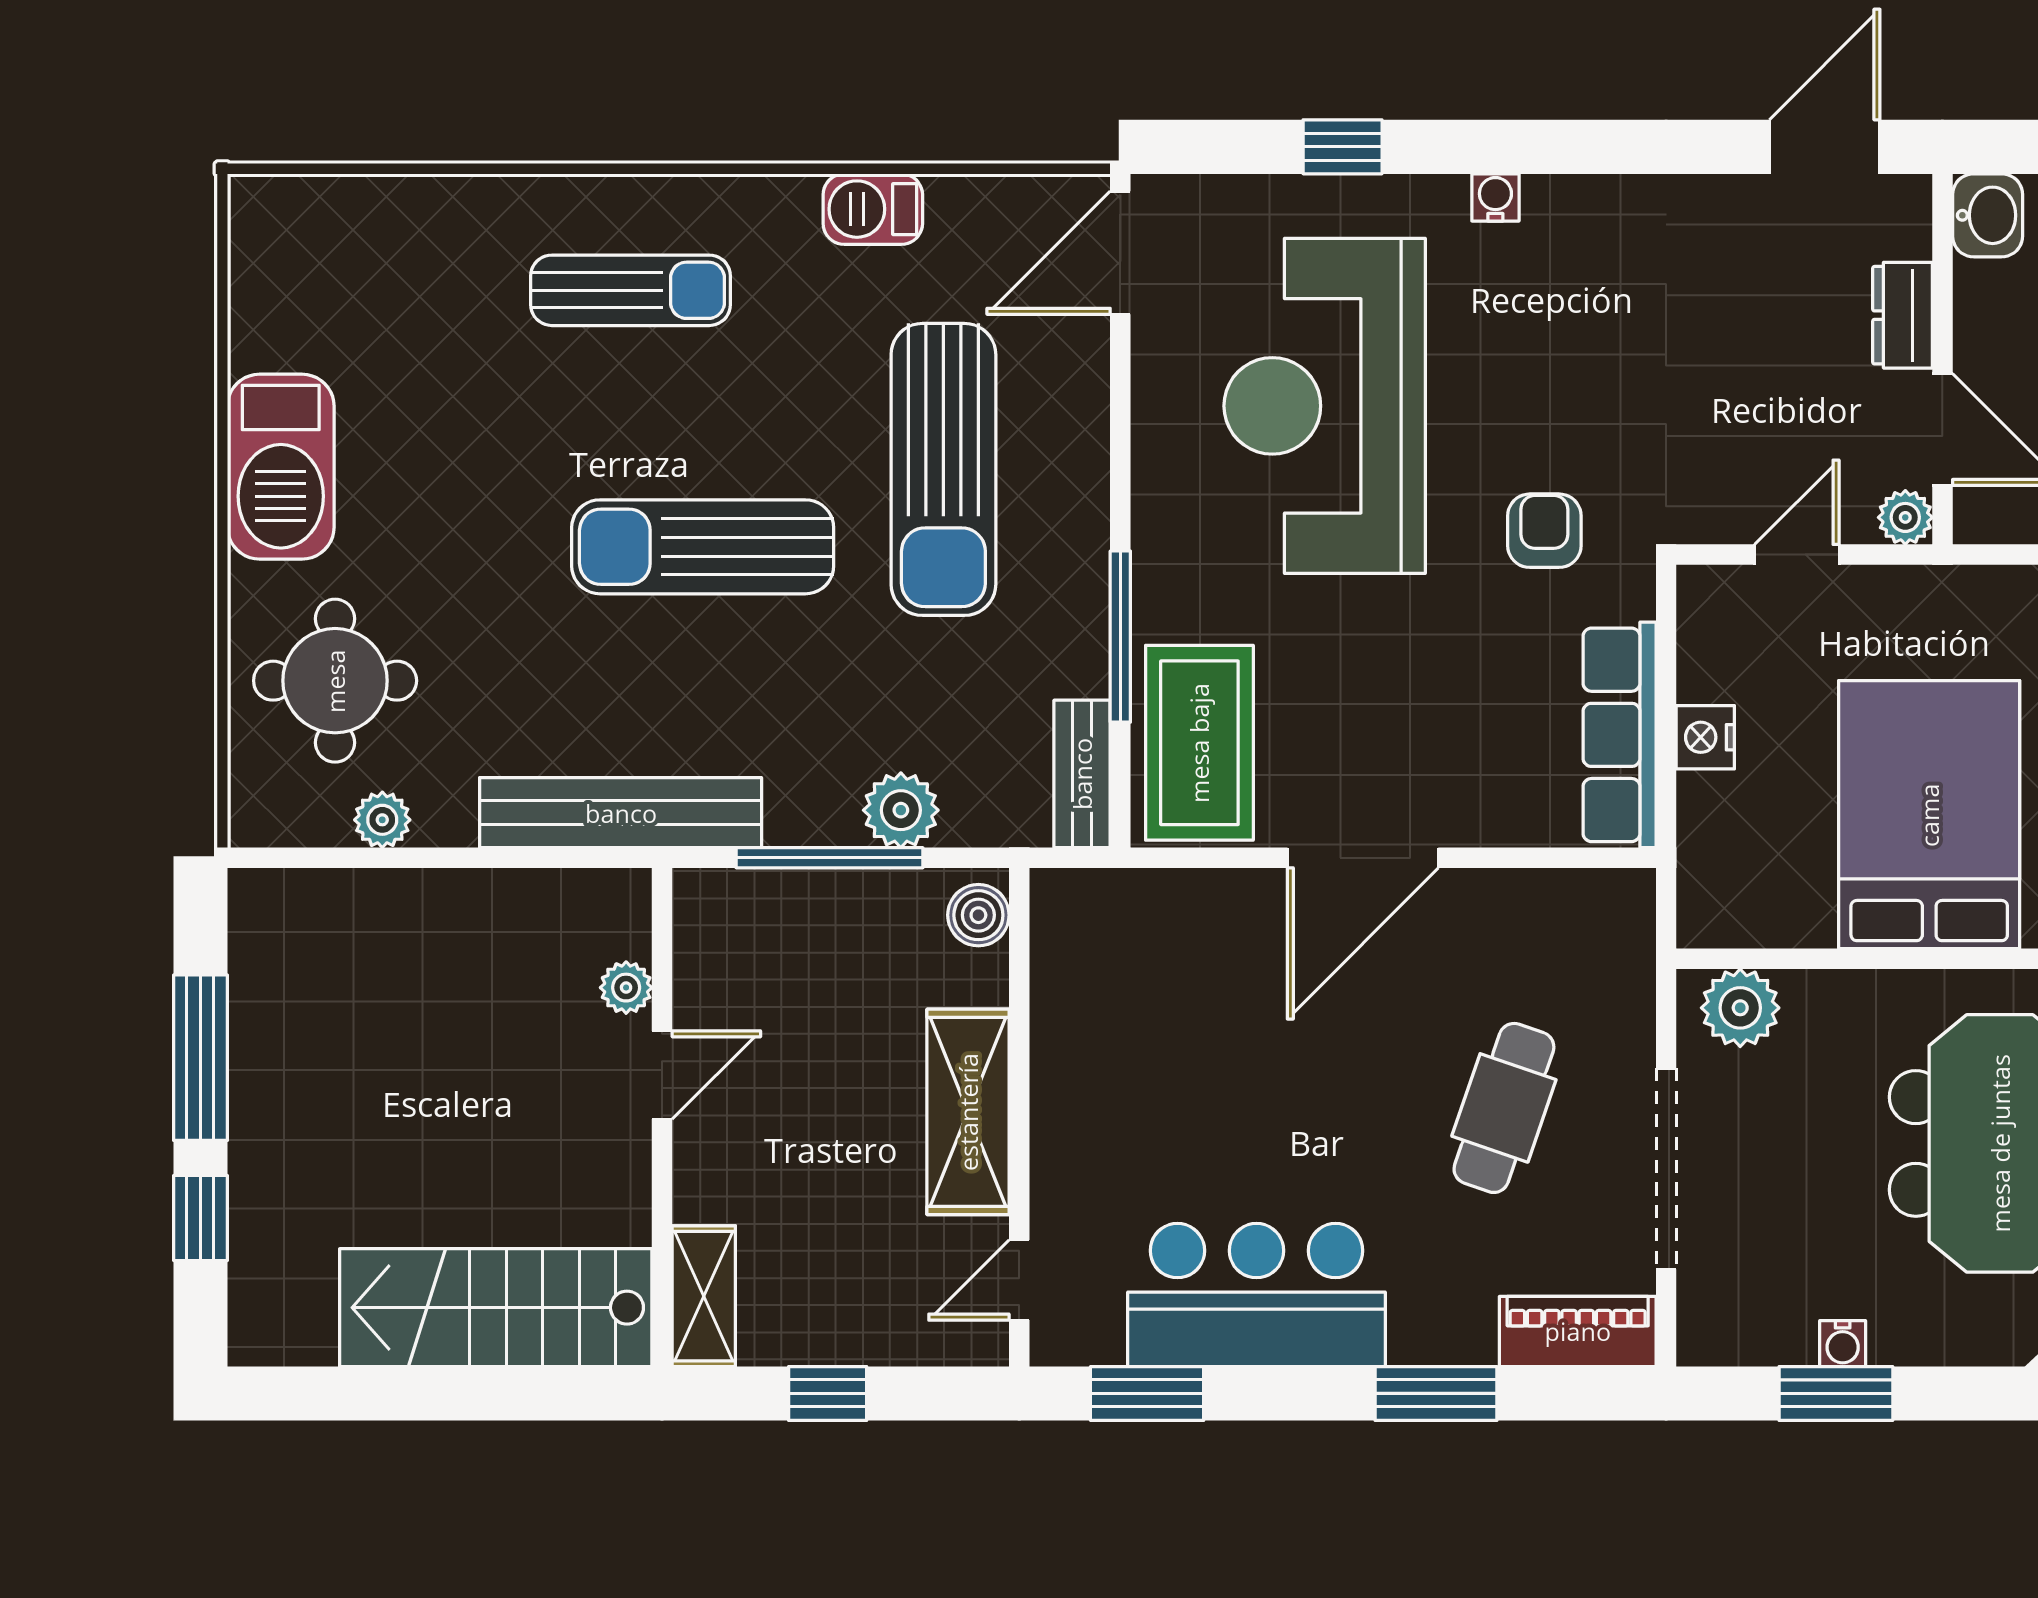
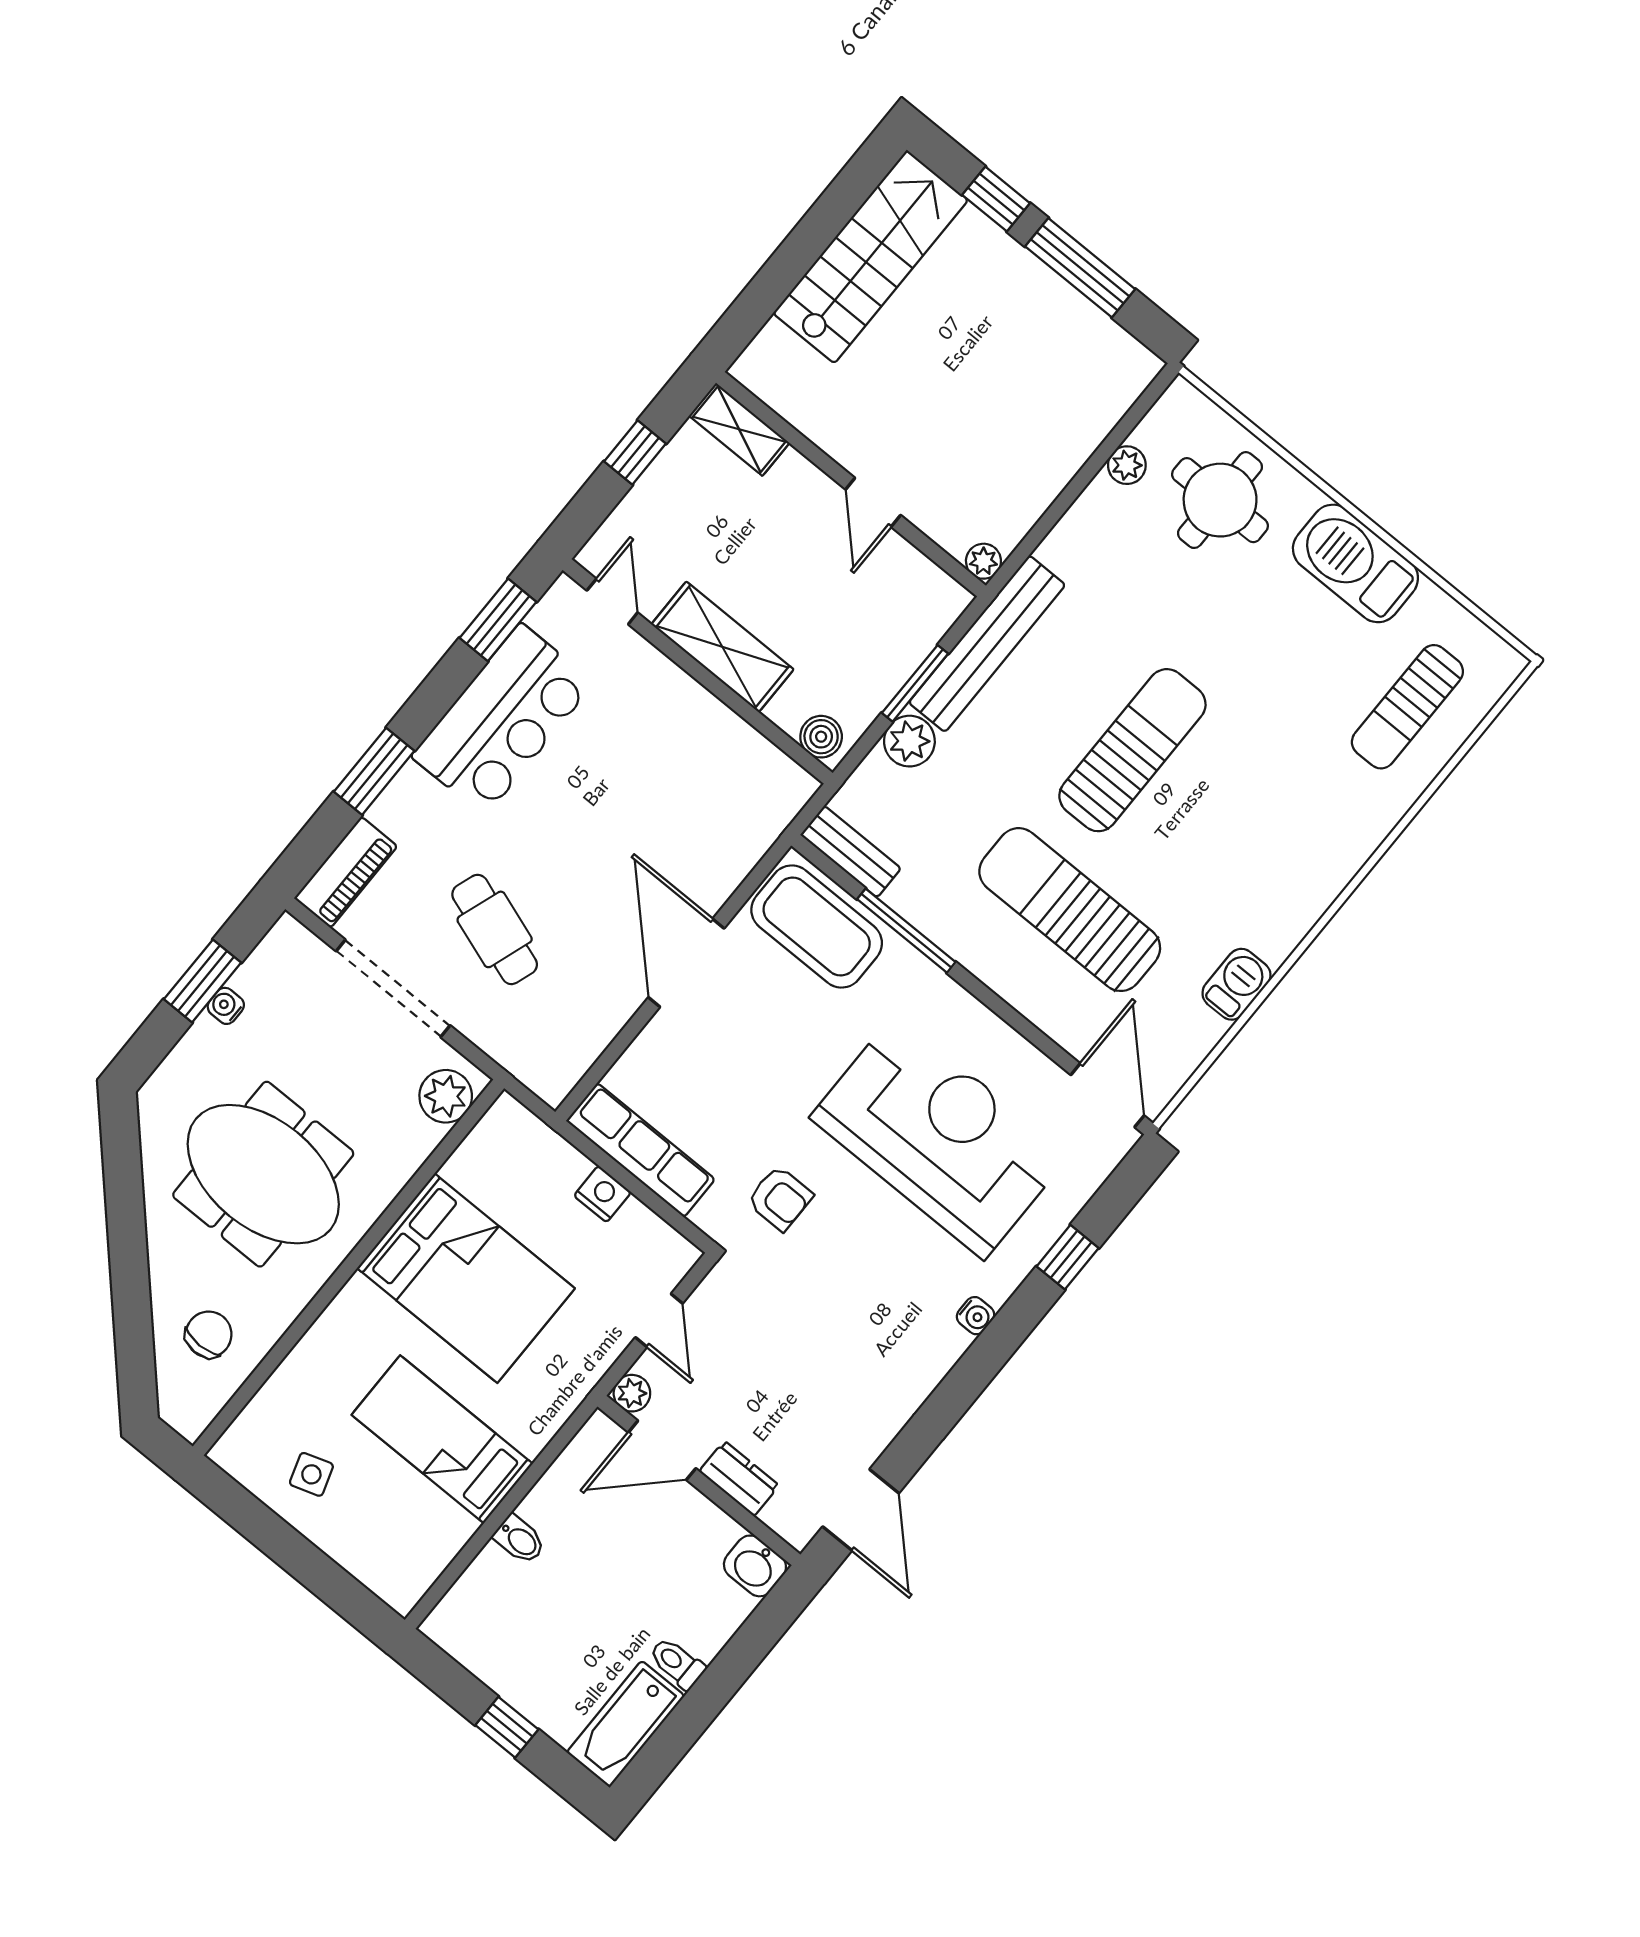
sun lounger: (631, 290) -> (1407, 707), moved
bench: (621, 813) -> (987, 644), moved
window: (830, 858) -> (915, 683), width x0.69
plant: (626, 988) -> (983, 561), moved
stairs: (496, 1308) -> (871, 257), moved

